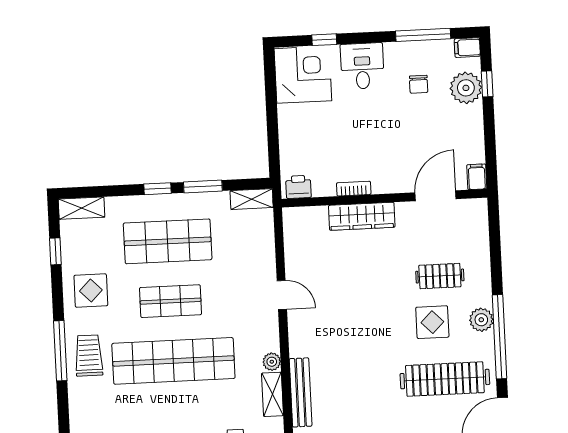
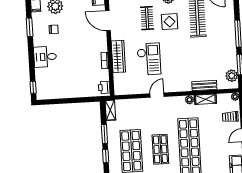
window: (423, 35) -> (30, 27), width x0.69
window: (324, 40) -> (33, 87), moved
corner desk: (303, 75) -> (50, 86), removed
checkout: (356, 279) -> (149, 59), added
bench: (301, 392) -> (204, 86), width x0.73

